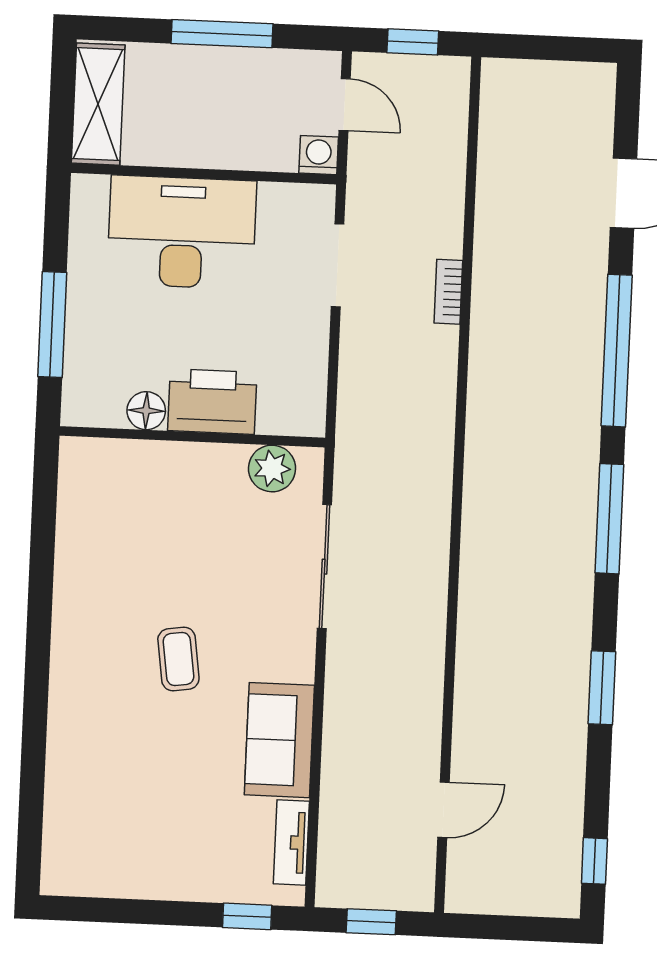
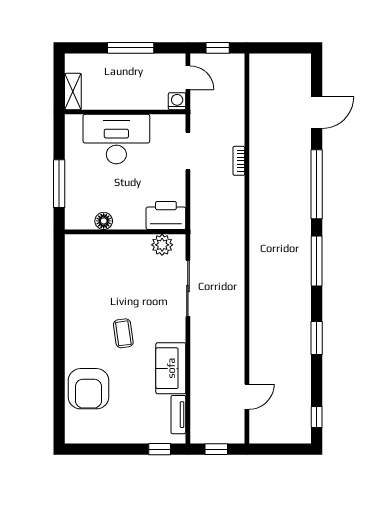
shelving: (98, 104) -> (73, 92), width x0.67, depth x0.75
printer: (212, 402) -> (166, 215), moved
armchair: (97, 777) -> (88, 389), added

